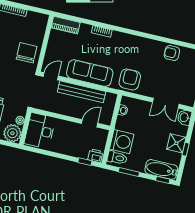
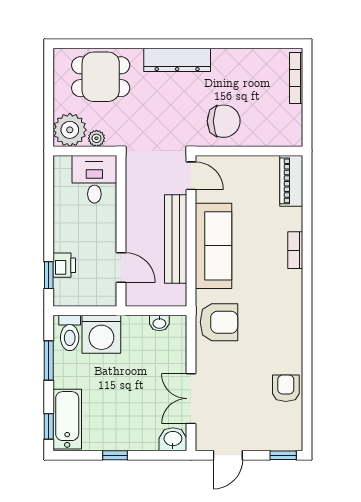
desk: (40, 131) -> (94, 179), width x0.73
shower: (176, 143) -> (122, 436), removed
printer: (95, 156) -> (64, 265), moved

